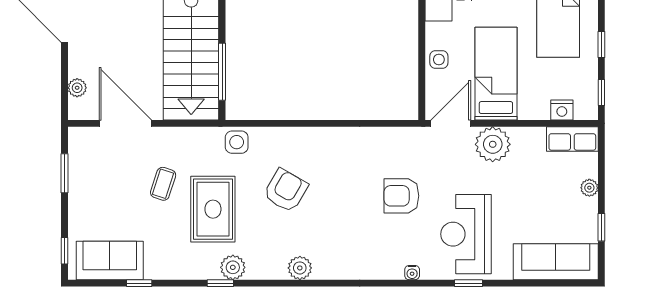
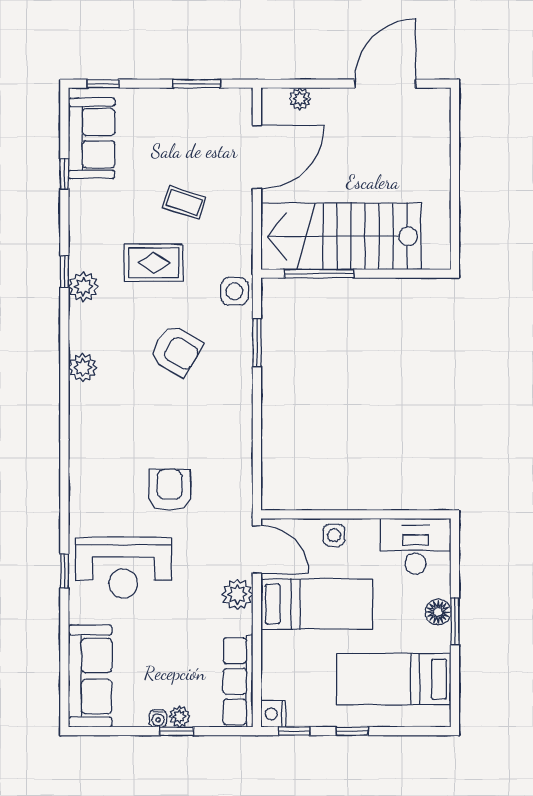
nightstand: (562, 110) -> (273, 714), moved
window: (279, 123) -> (257, 343), added
row of seats: (572, 139) -> (238, 681), width x1.48
plant: (493, 144) -> (237, 594), width x0.73, depth x0.73
rug: (213, 209) -> (154, 263), width x0.73, depth x0.70
window: (601, 227) -> (177, 731), moved
reception desk: (466, 234) -> (123, 568), turned 180
water cooler: (412, 273) -> (158, 718), moved, turned -90

